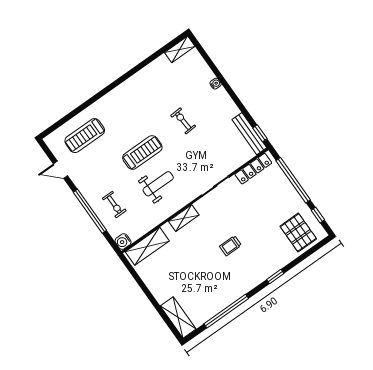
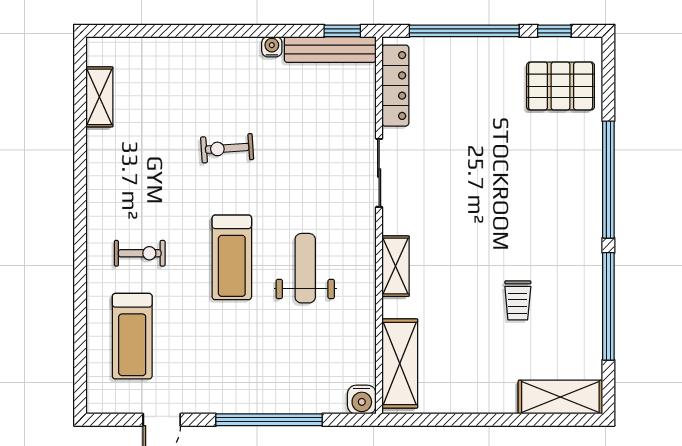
shelving: (180, 49) -> (99, 97), moved
water cooler: (216, 84) -> (272, 47), moved
treadmill: (142, 153) -> (232, 257), turned 180
exercise bike: (114, 204) -> (140, 253), moved
trolley: (230, 246) -> (518, 300), moved
window: (275, 277) -> (608, 180), width x3.17

